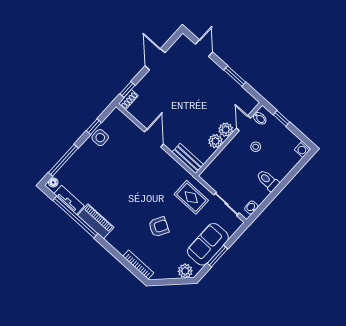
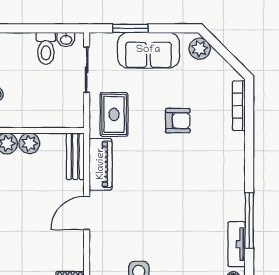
toilet: (268, 180) -> (46, 48), moved
window: (75, 217) -> (249, 221), width x0.68
piano: (96, 221) -> (101, 164), moved, turned 180
armchair: (159, 227) -> (178, 121), turned 151
window: (217, 256) -> (130, 28), moved

